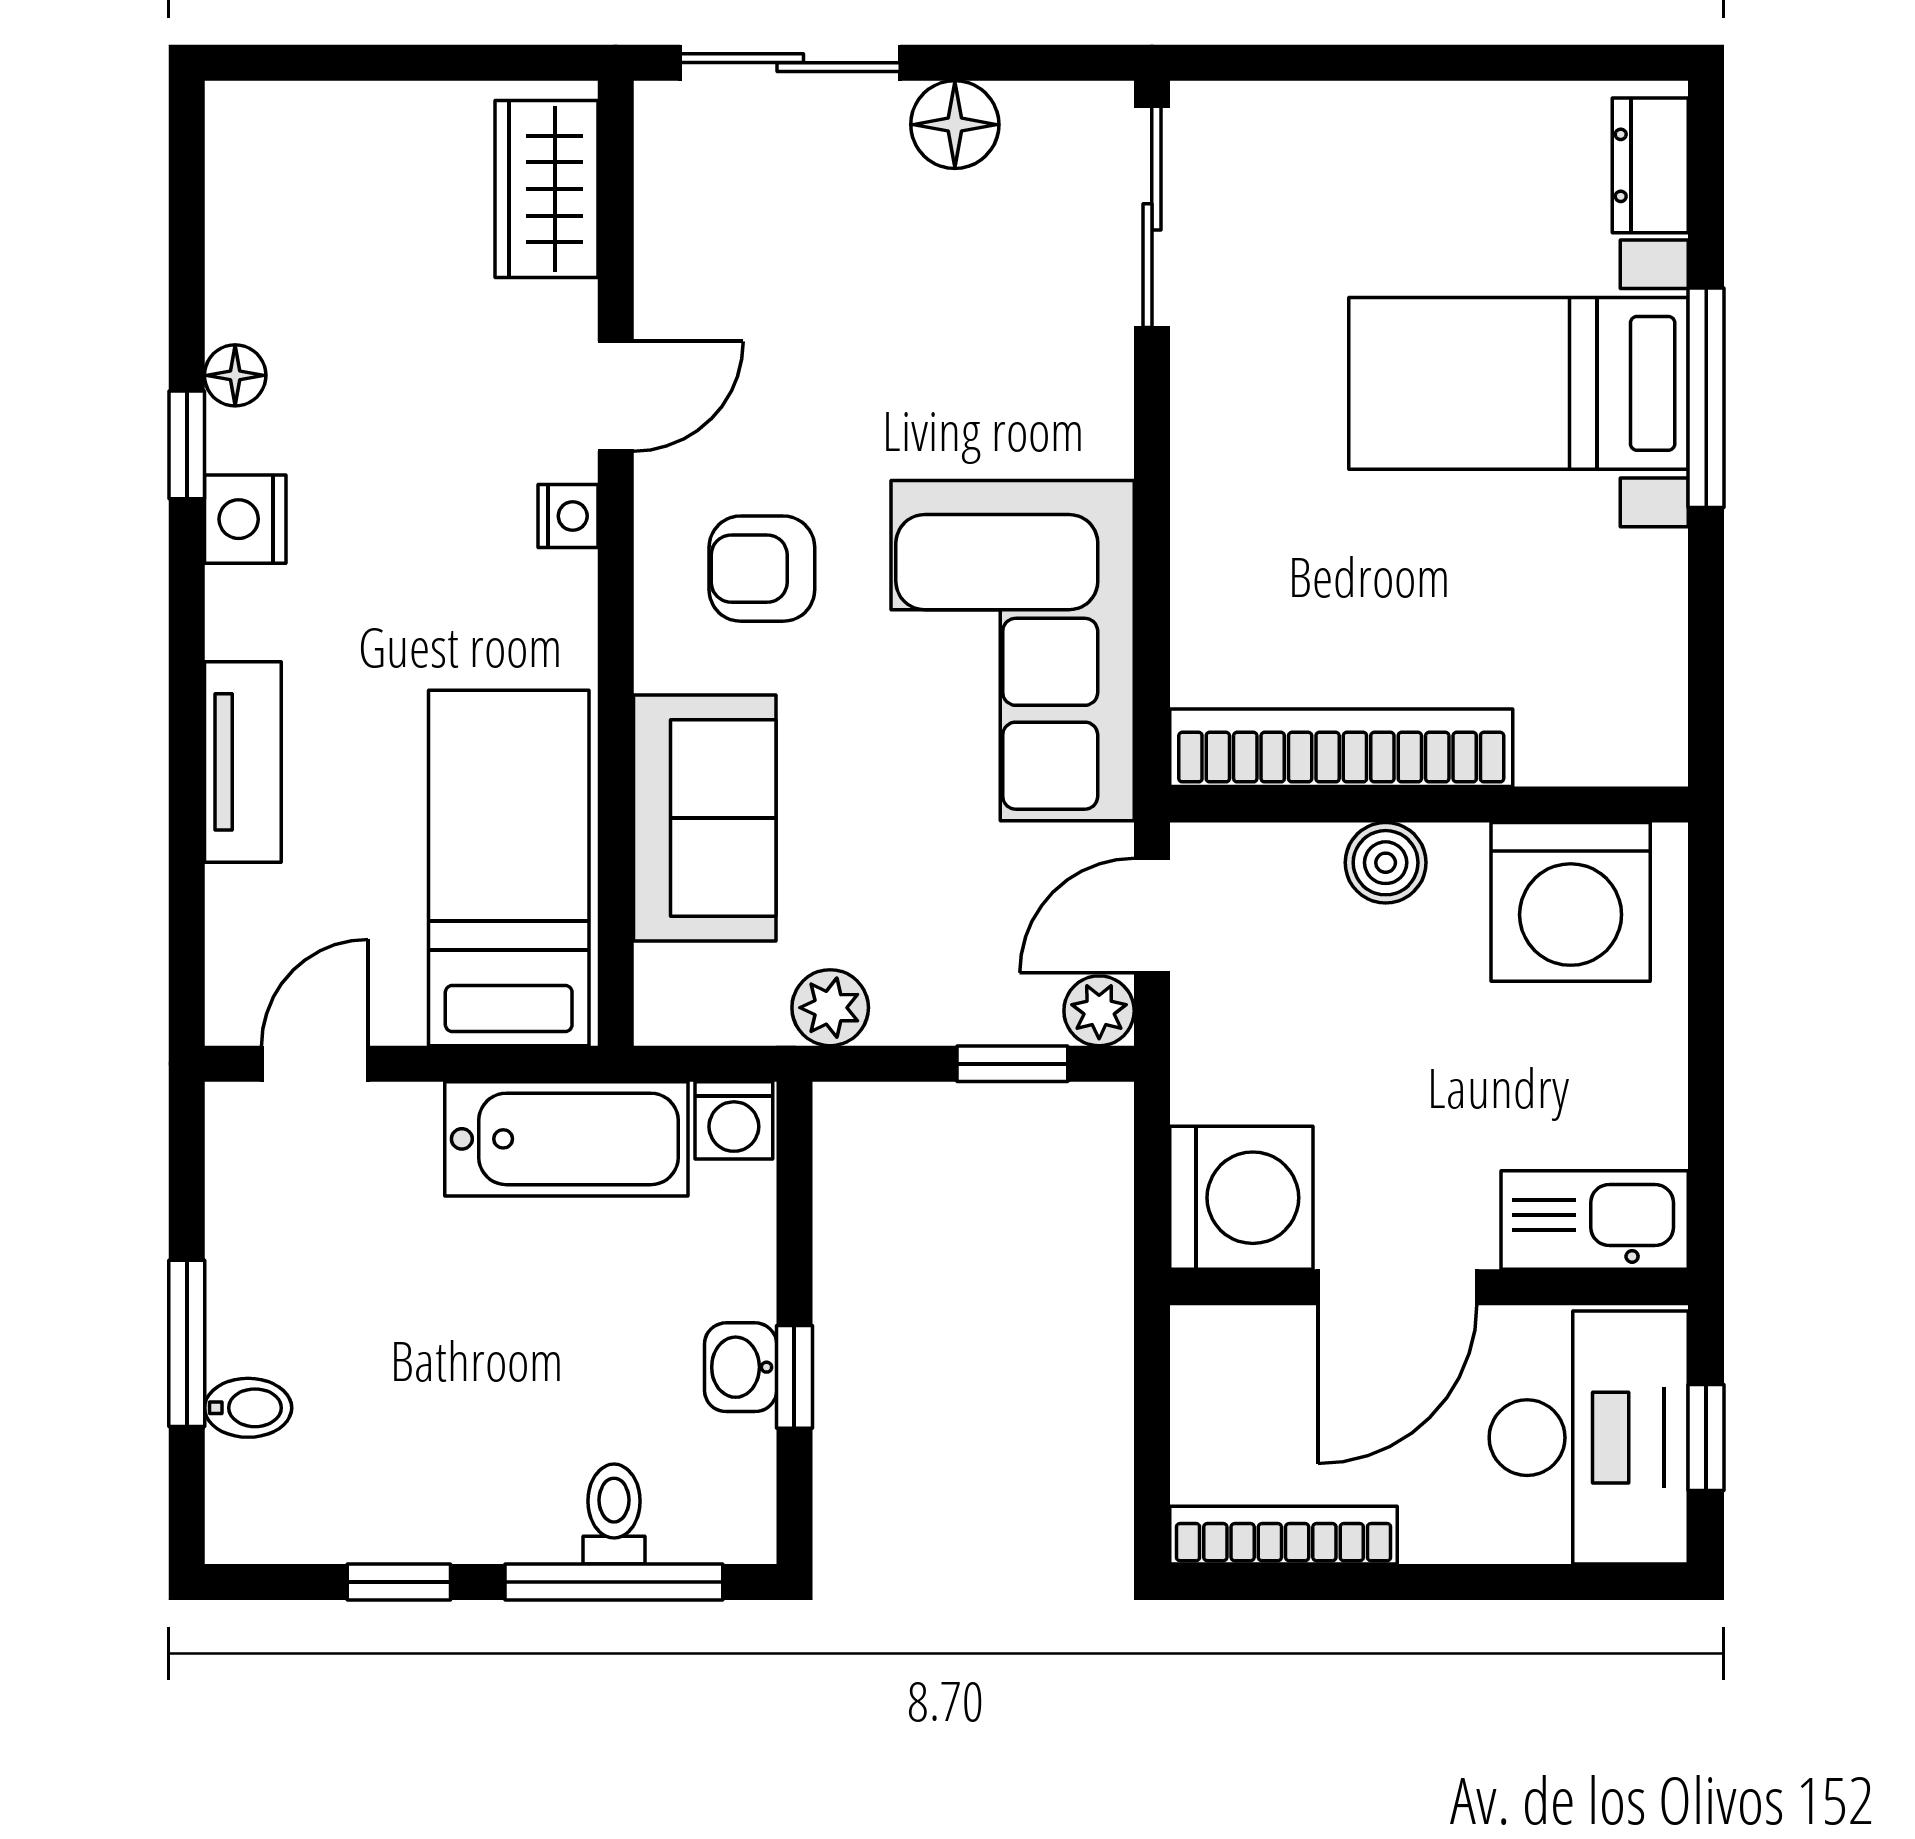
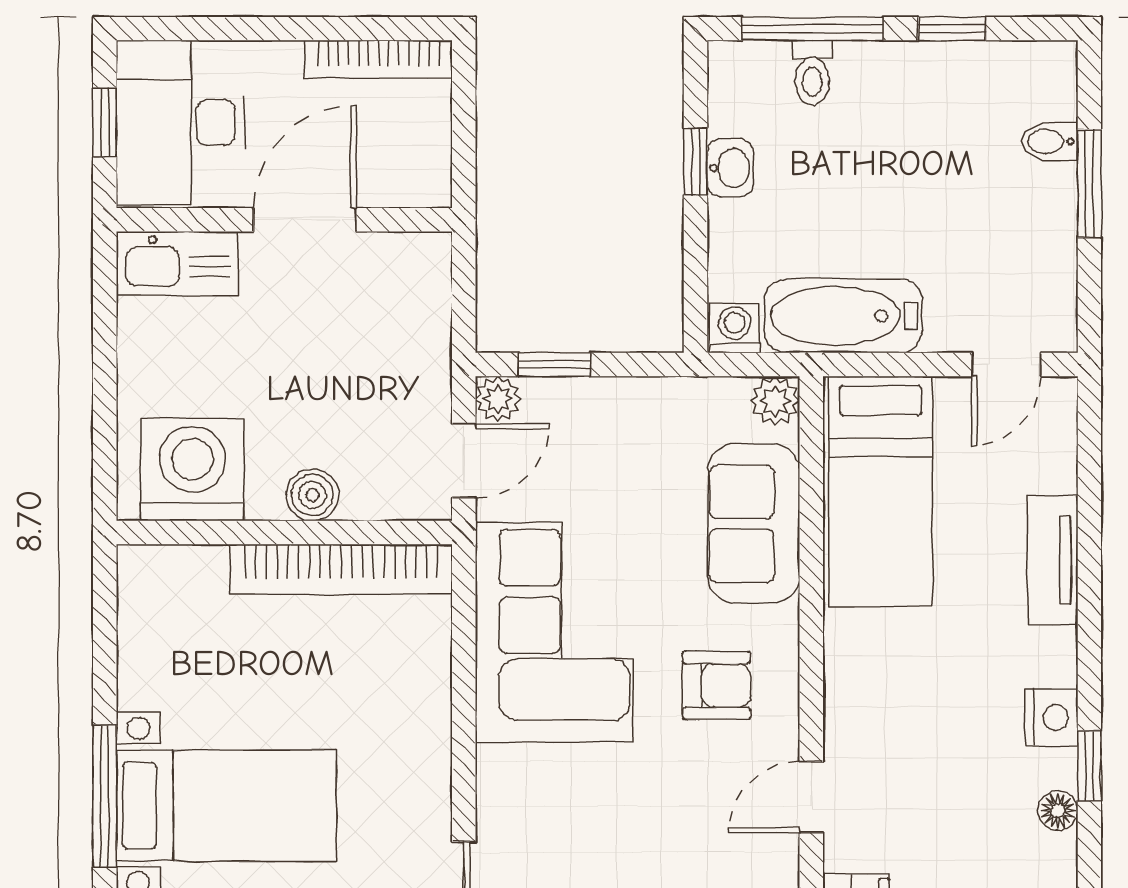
nightstand: (568, 516) -> (842, 719), removed
plant: (830, 1008) -> (775, 401), moved
washing machine: (1241, 1198) -> (406, 278), removed

